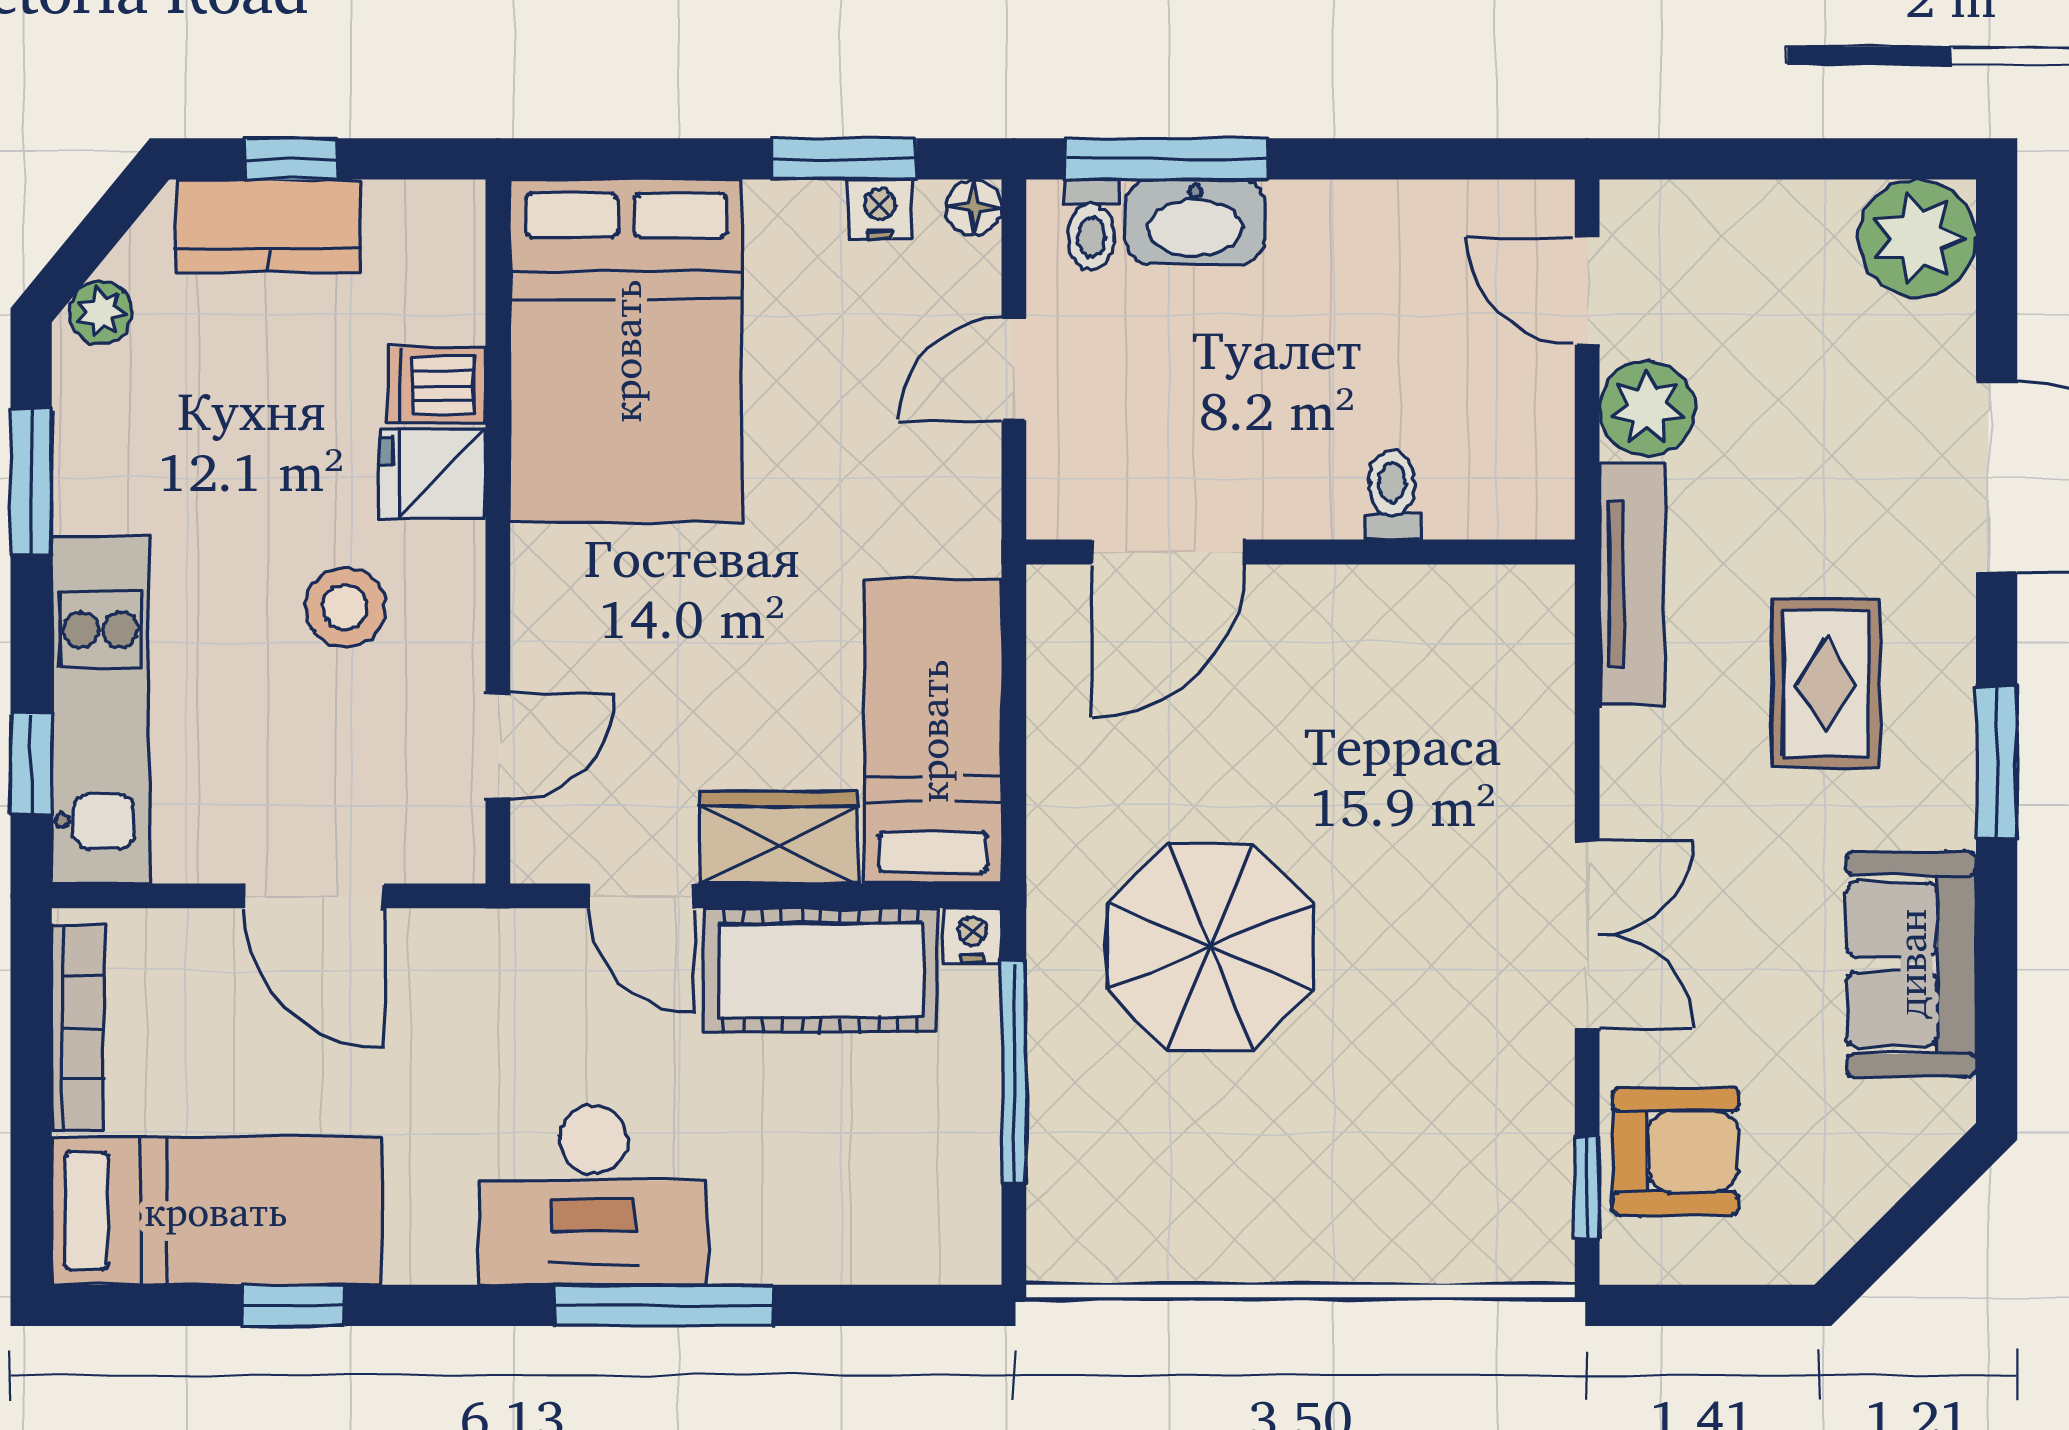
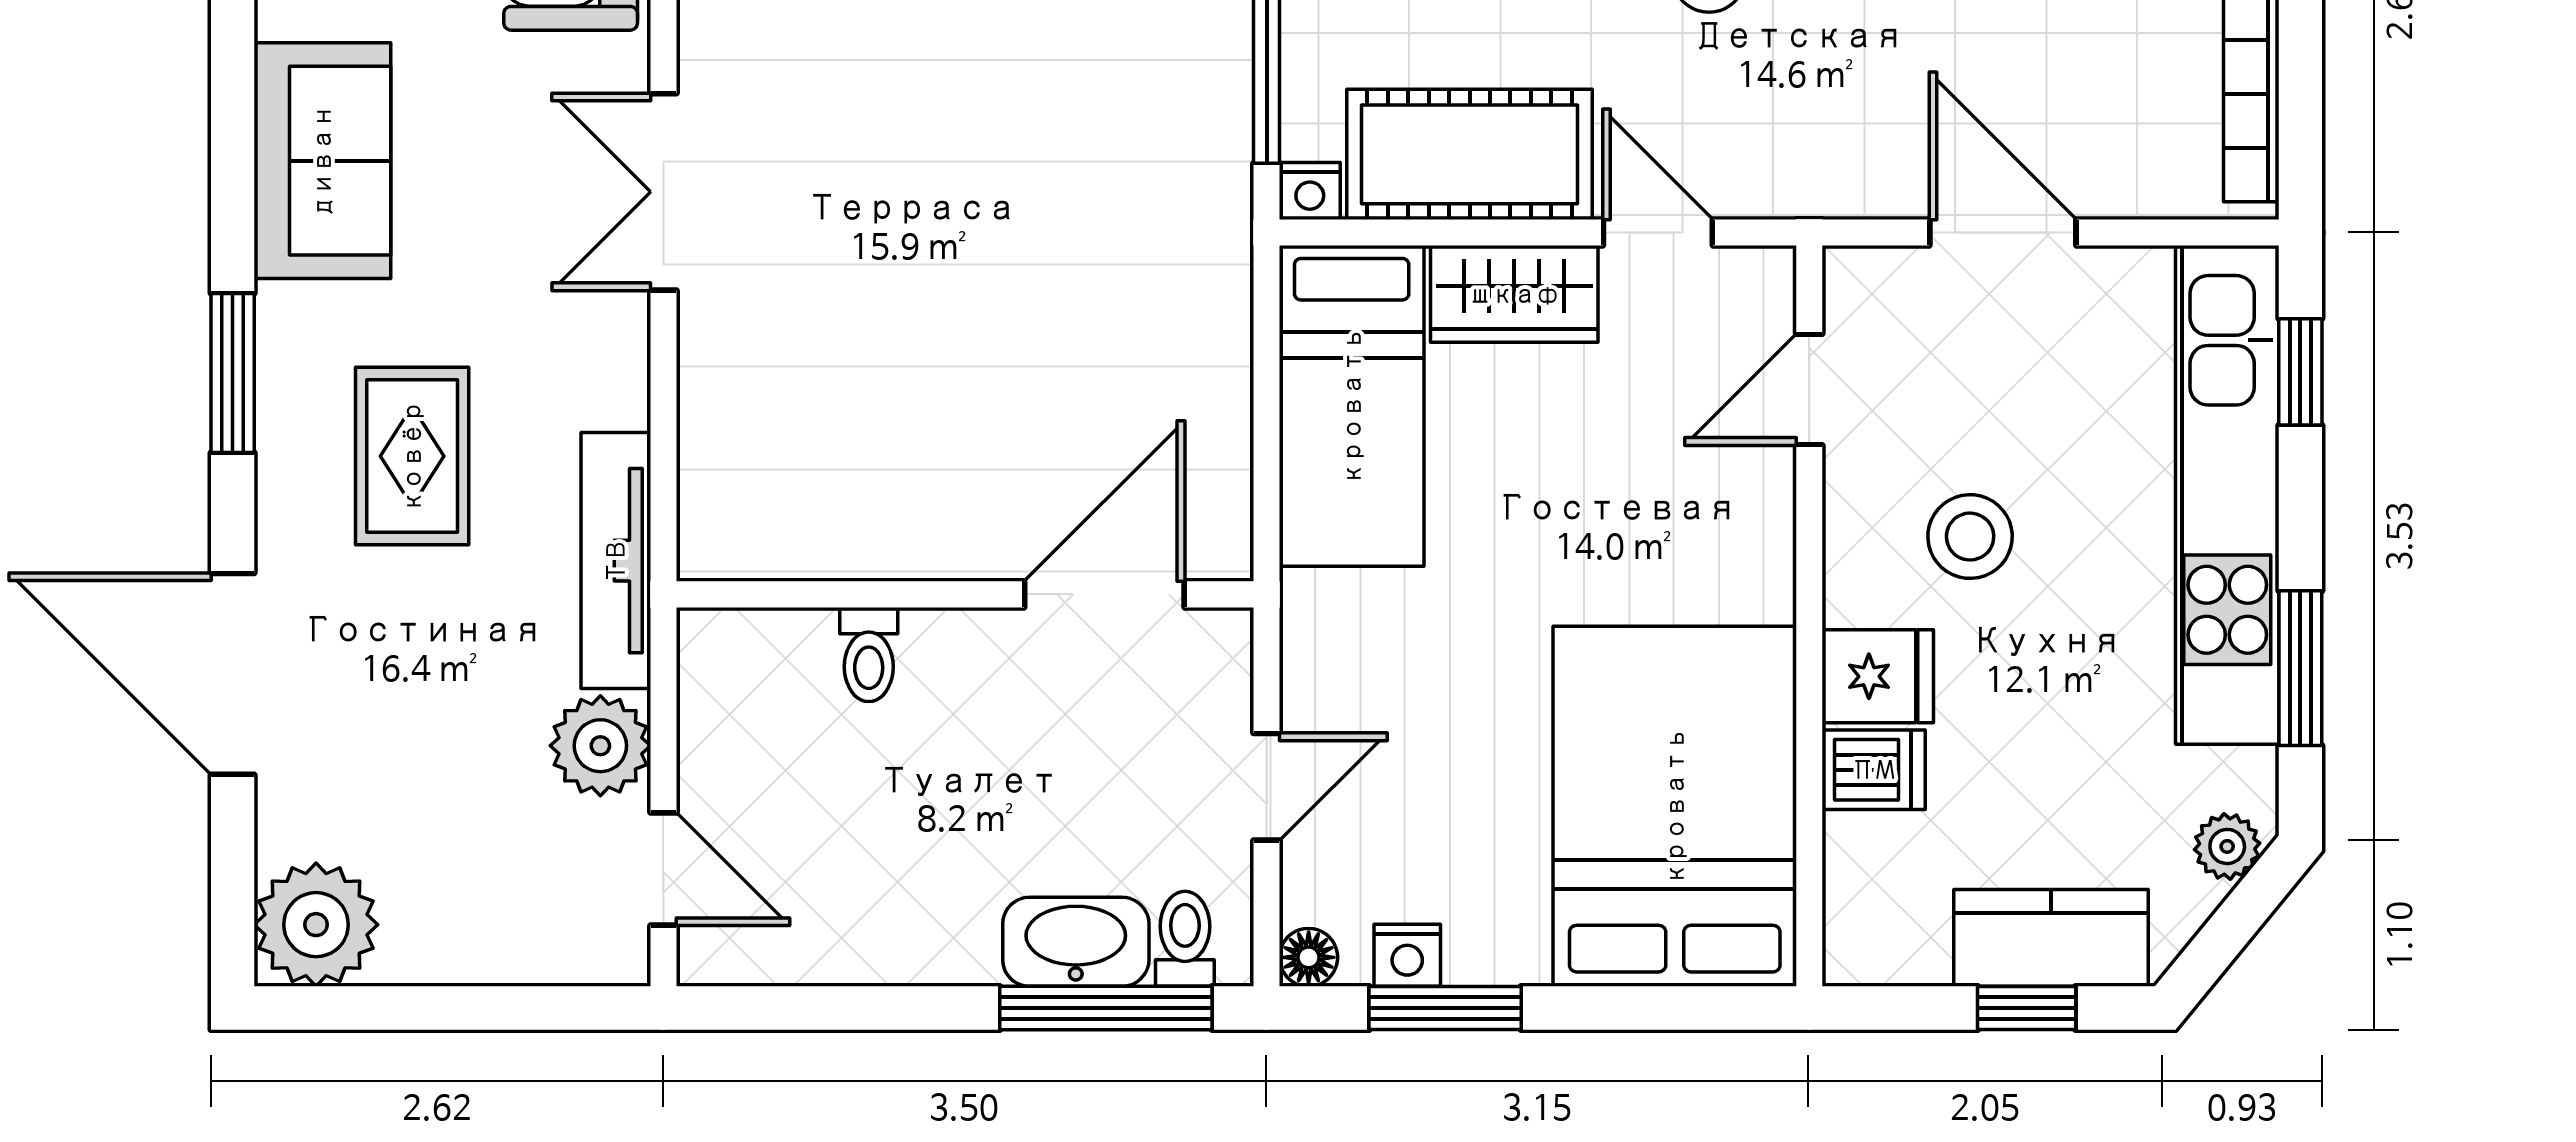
kitchen unit: (101, 710) -> (2227, 495), width x1.36
parasol: (1210, 946) -> (1060, 179), removed

